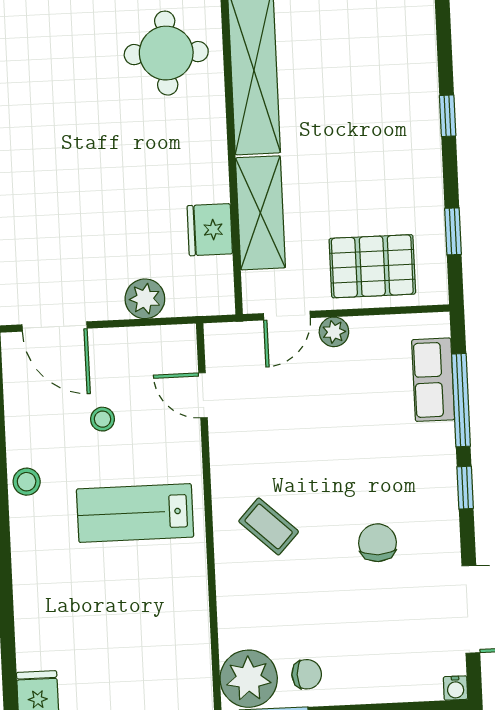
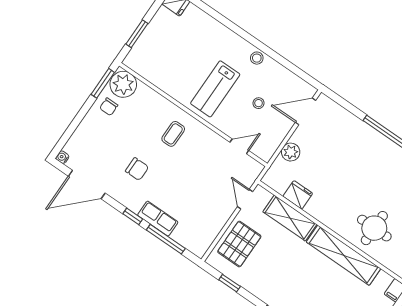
plant: (334, 332) -> (226, 212), removed
row of seats: (433, 380) -> (158, 219), moved
lab bench: (135, 513) -> (215, 89), turned 180
coffee table: (269, 526) -> (173, 134), turned -43

